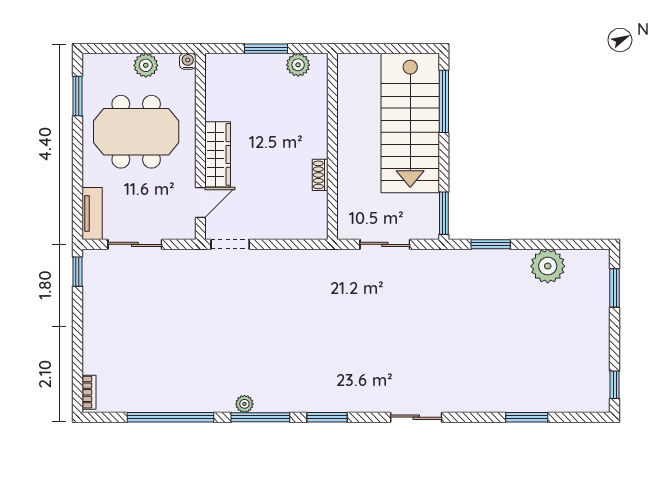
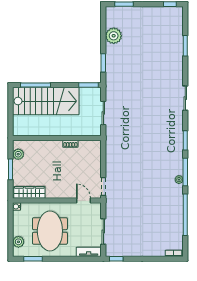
plant: (146, 65) -> (18, 242), moved
wardrobe: (218, 154) -> (29, 192), moved

